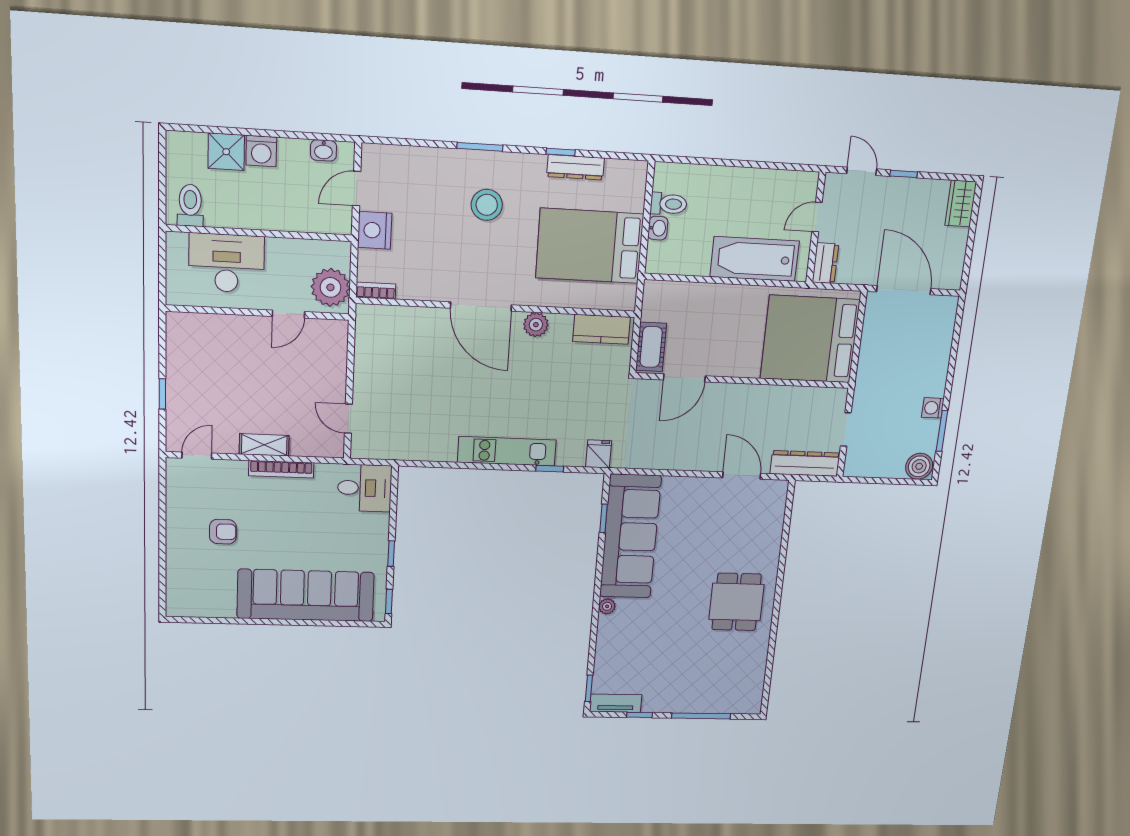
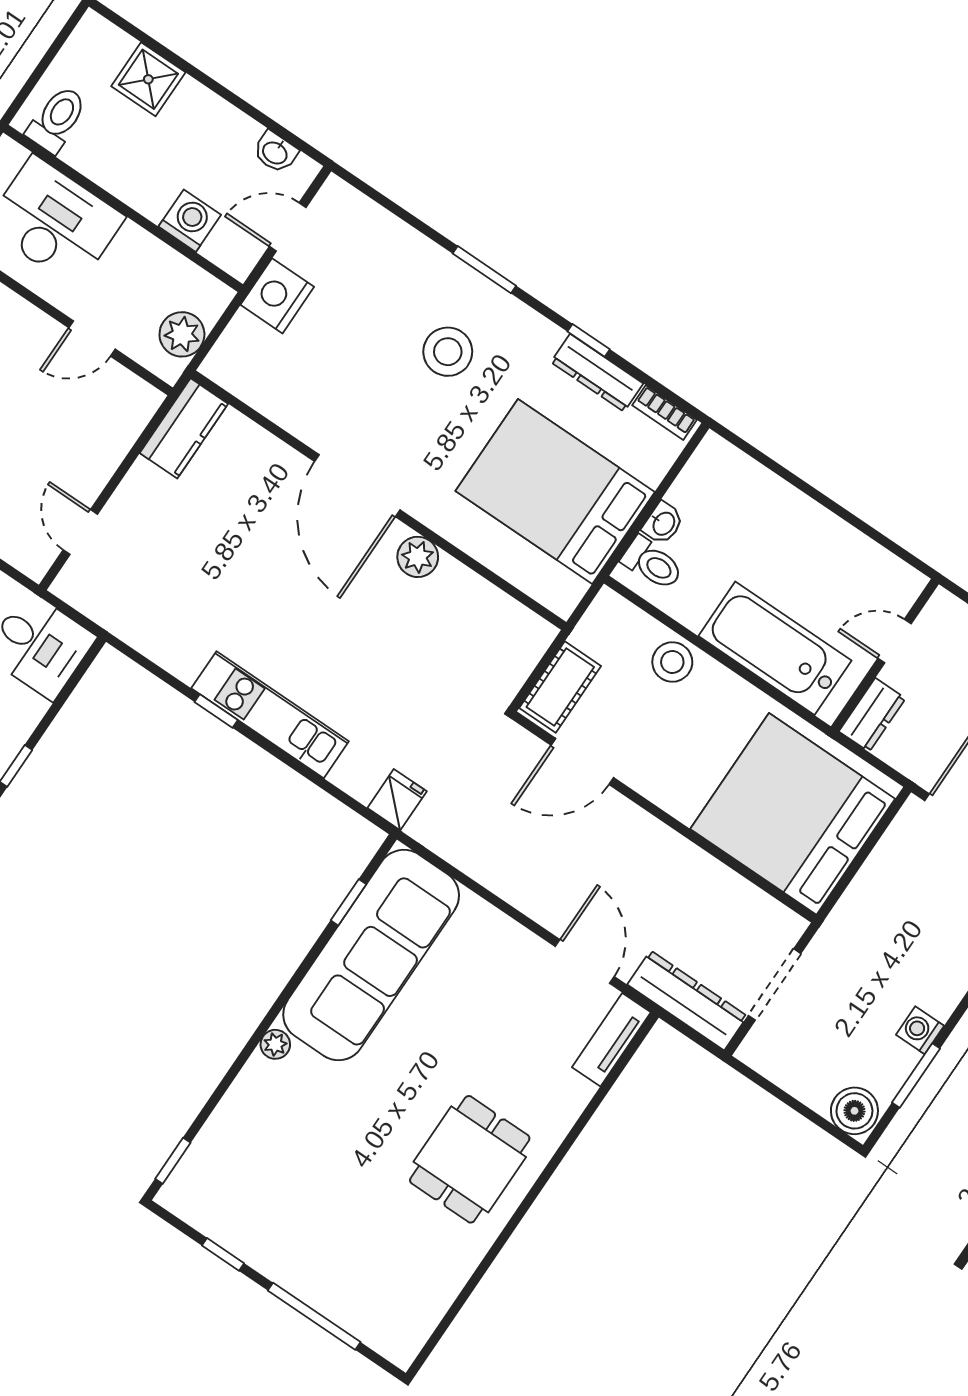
washing machine: (261, 151) -> (190, 221), moved, turned 180
toilet: (669, 204) -> (652, 563), moved
plant: (330, 287) -> (182, 334), width x0.73, depth x0.73
bookcase: (376, 291) -> (665, 413), moved, turned 180
stool: (704, 299) -> (672, 662), added
kitchen counter: (602, 329) -> (184, 428), moved, turned -90
doorway: (846, 429) -> (775, 985), width x1.38
window: (550, 469) -> (216, 711), moved
tv unit: (616, 703) -> (611, 1040), moved, turned -90

